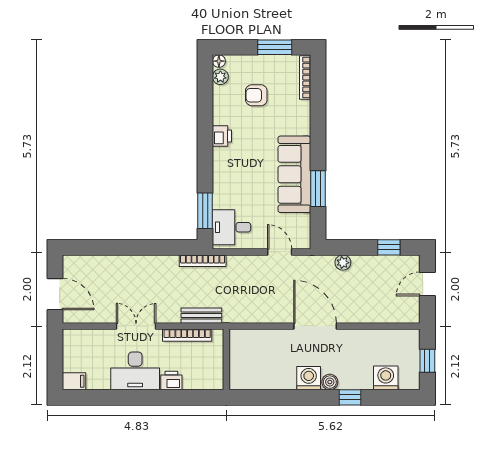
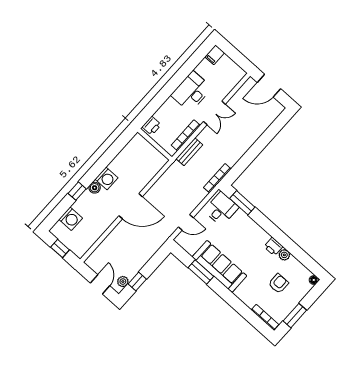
plant: (220, 77) -> (284, 255), moved
plant: (343, 263) -> (123, 282), moved
printer: (171, 381) -> (152, 126), moved

